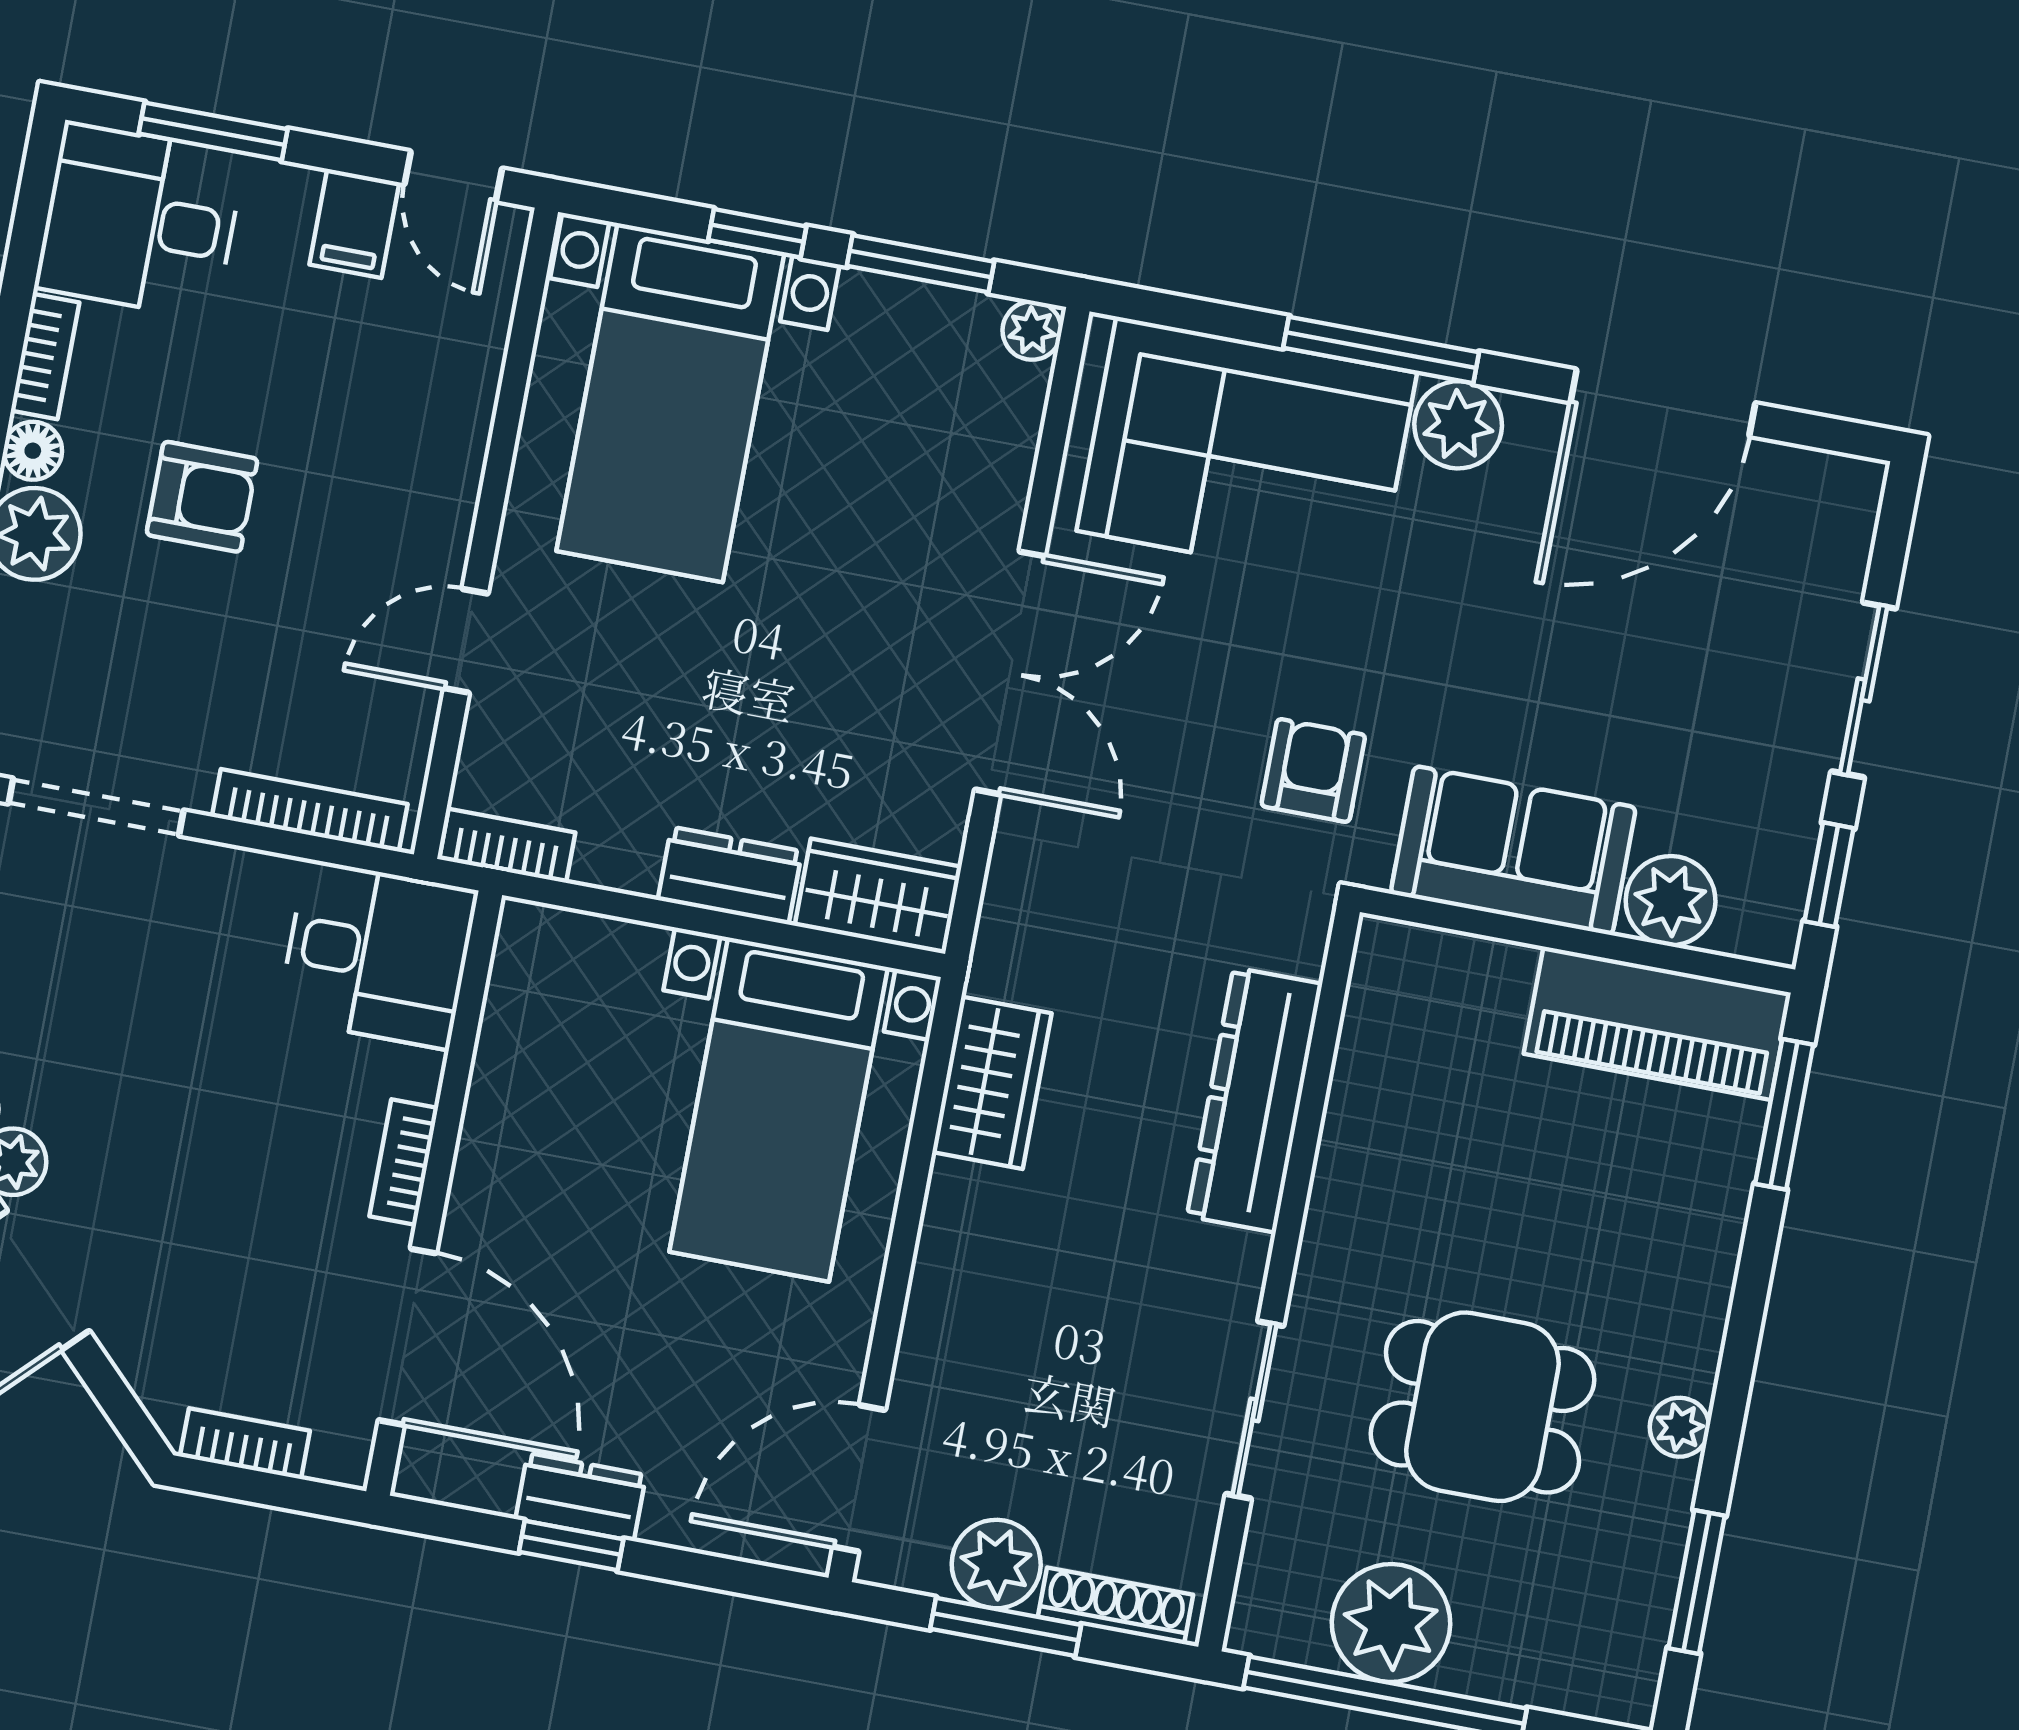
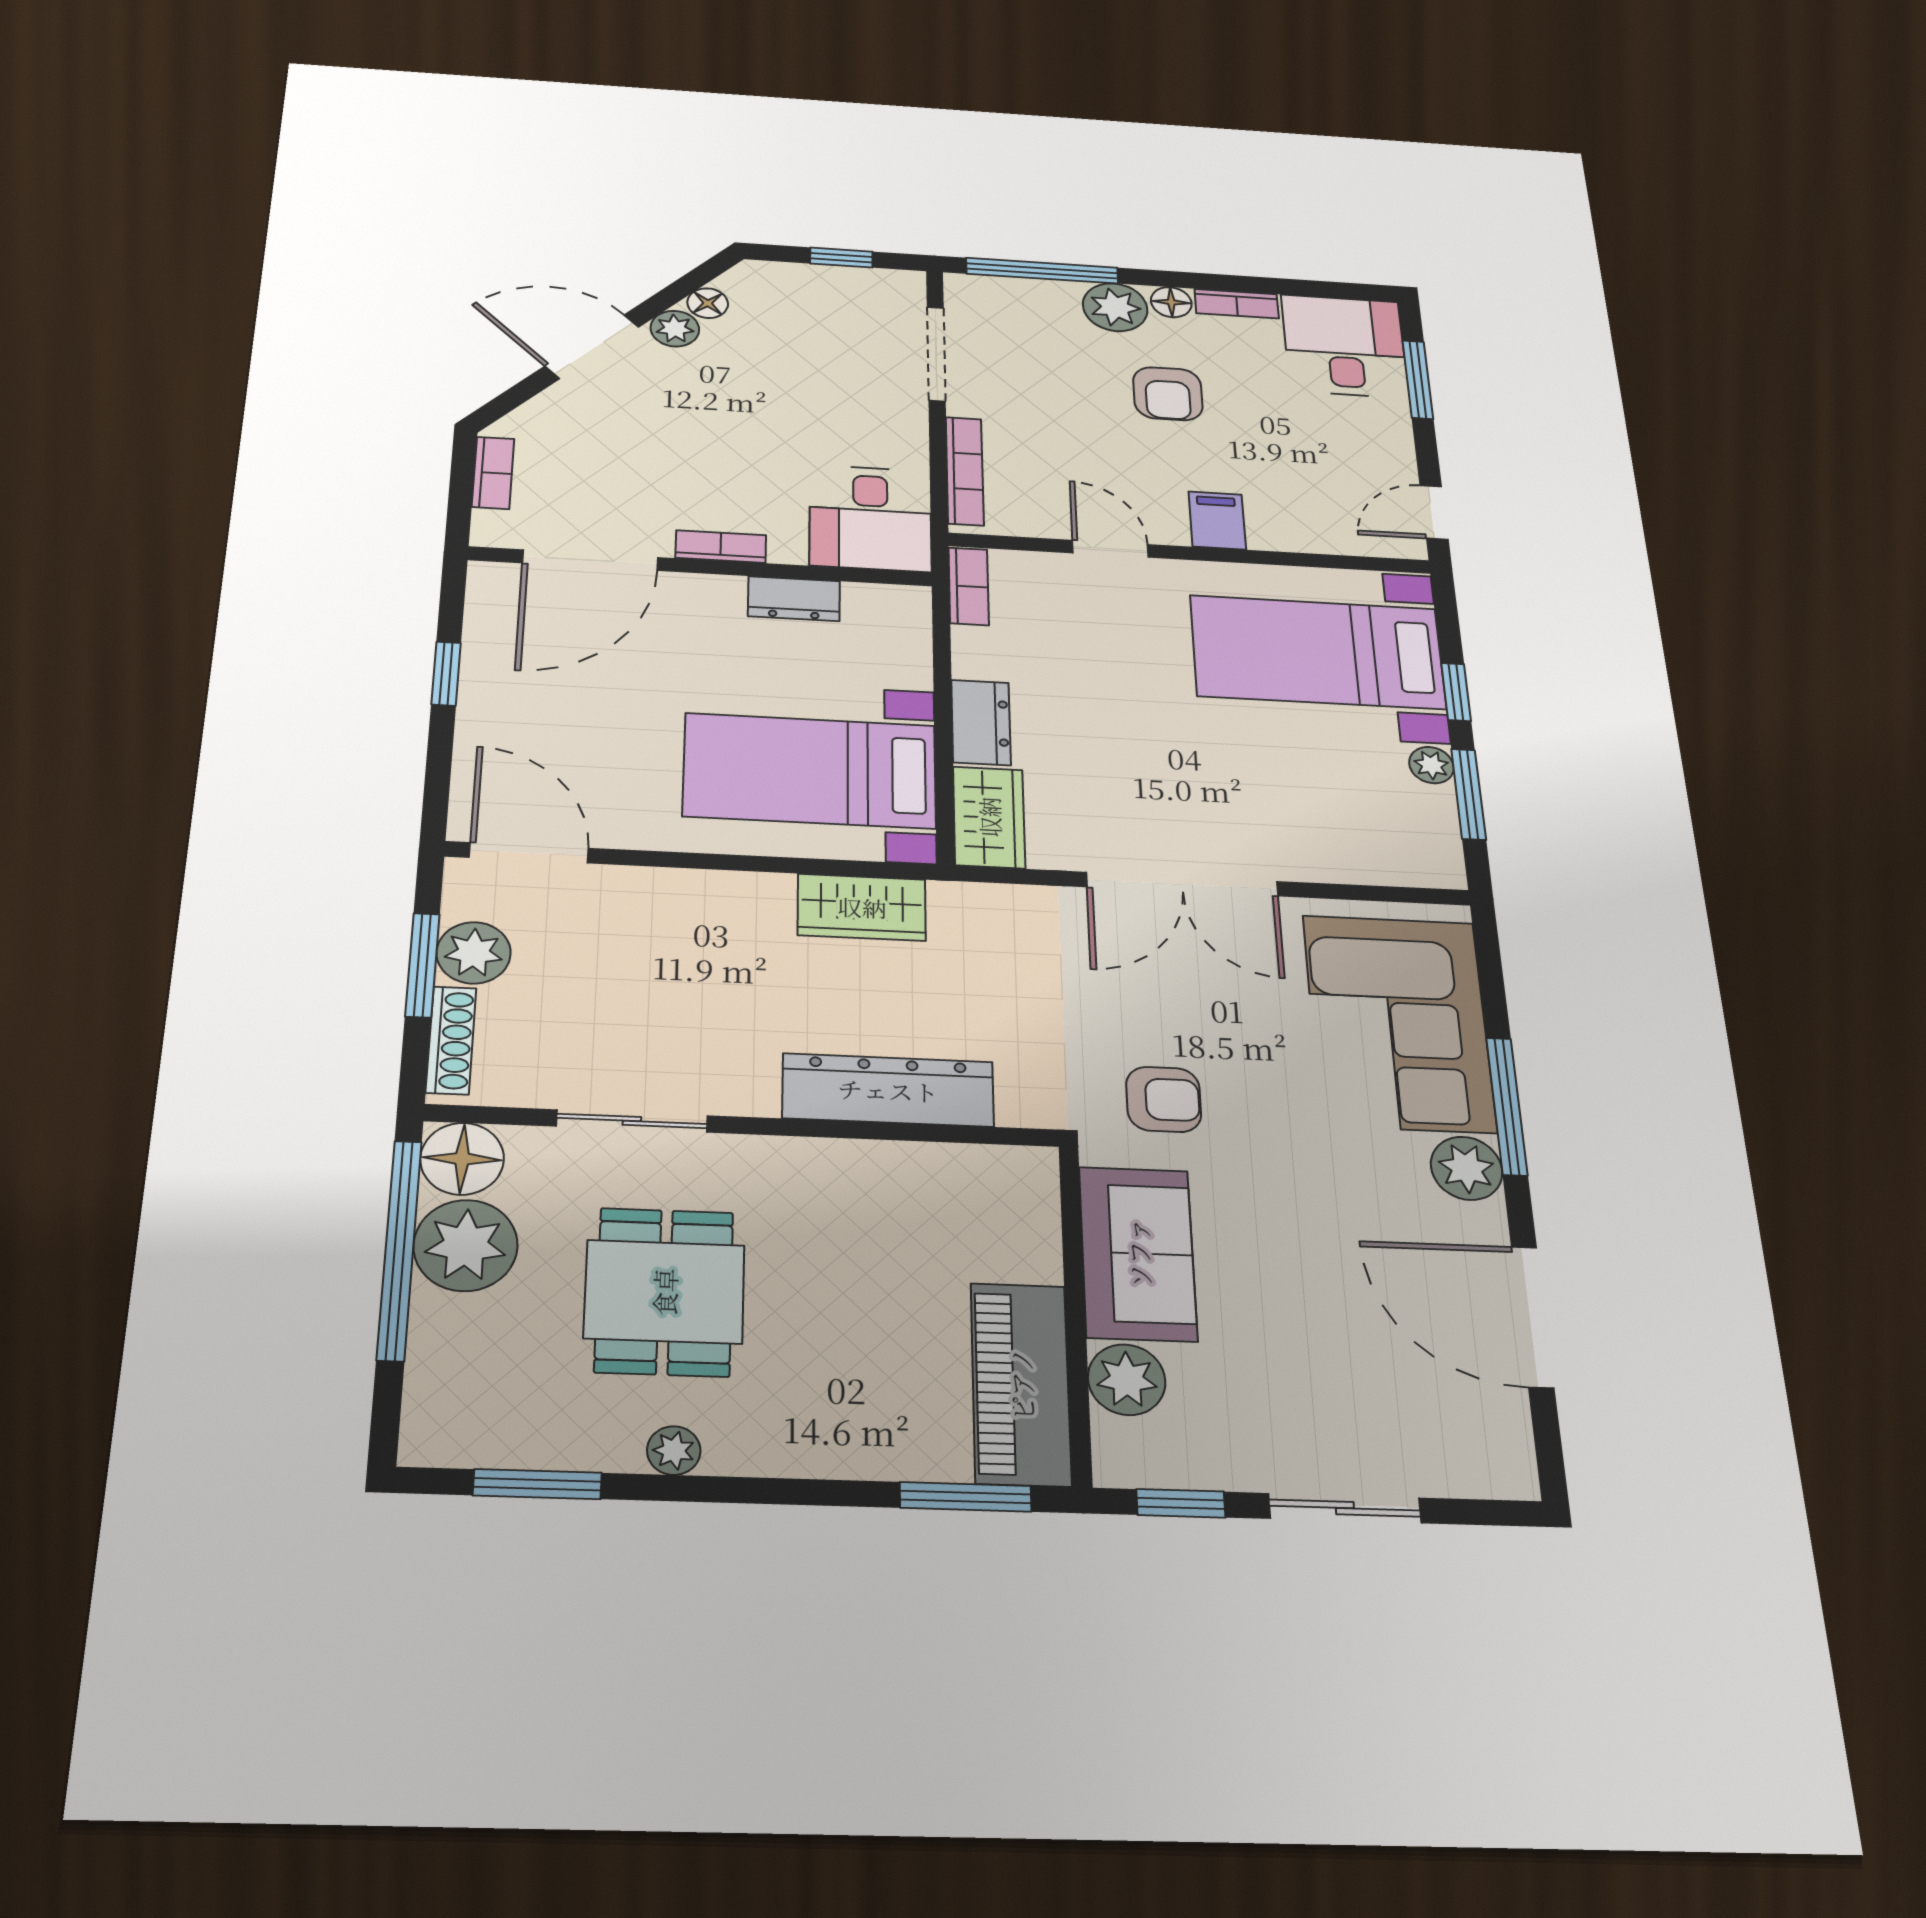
filing cabinet: (354, 223) -> (1217, 520), moved, turned 90
plant: (1032, 331) -> (1431, 765), moved
dresser: (581, 1497) -> (794, 599), moved, turned 90
floor lamp: (1277, 1613) -> (462, 1159), added

